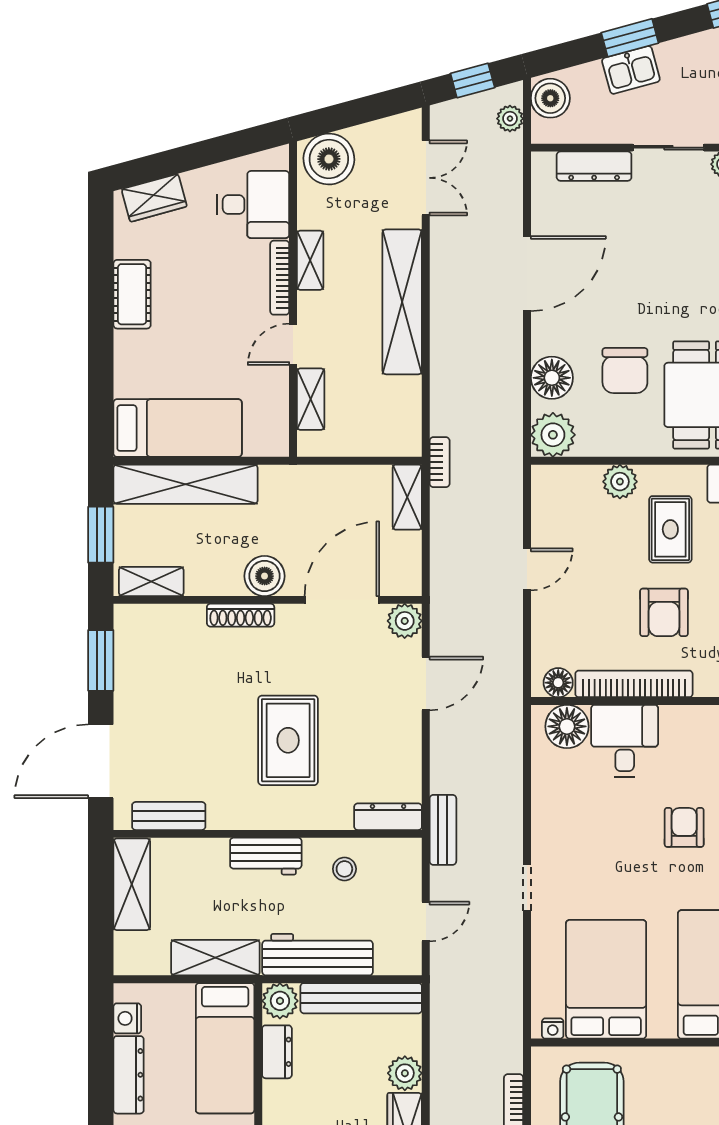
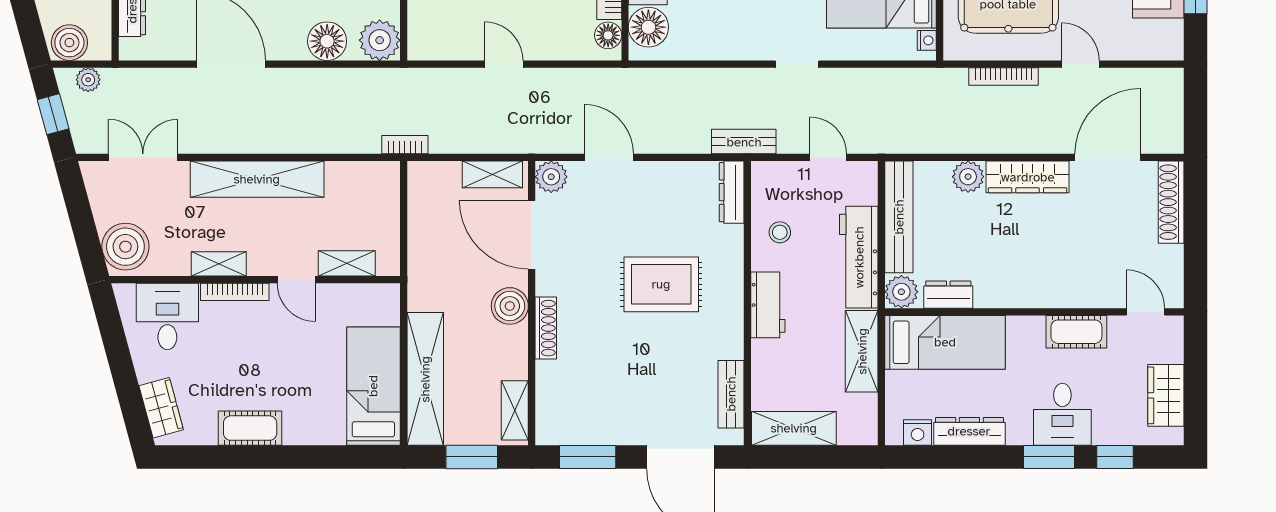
shelving: (407, 497) -> (492, 174), moved

